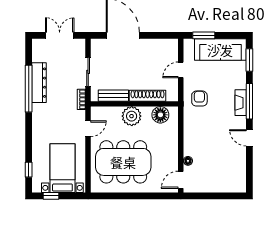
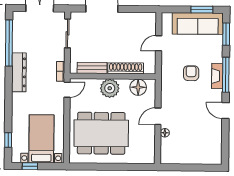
window: (204, 35) -> (202, 10), moved
sliding door: (88, 72) -> (68, 33), moved
dresser: (39, 83) -> (19, 72), moved
window: (29, 89) -> (9, 43), moved
armchair: (199, 99) -> (191, 73), moved
door: (88, 129) -> (67, 90), moved
door: (181, 180) -> (158, 116), moved

